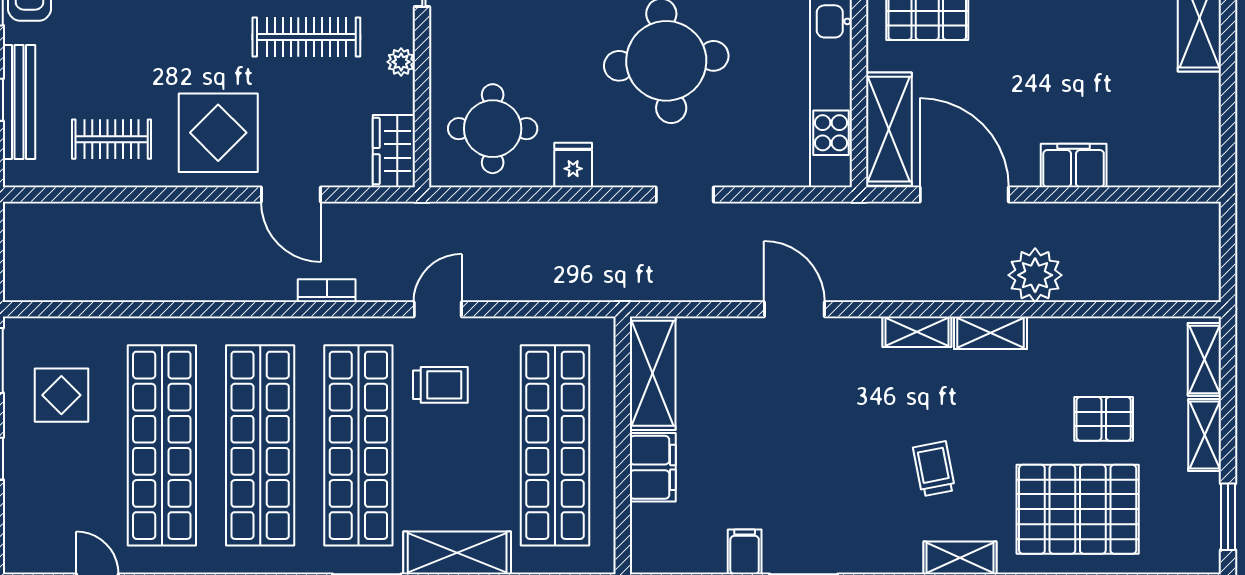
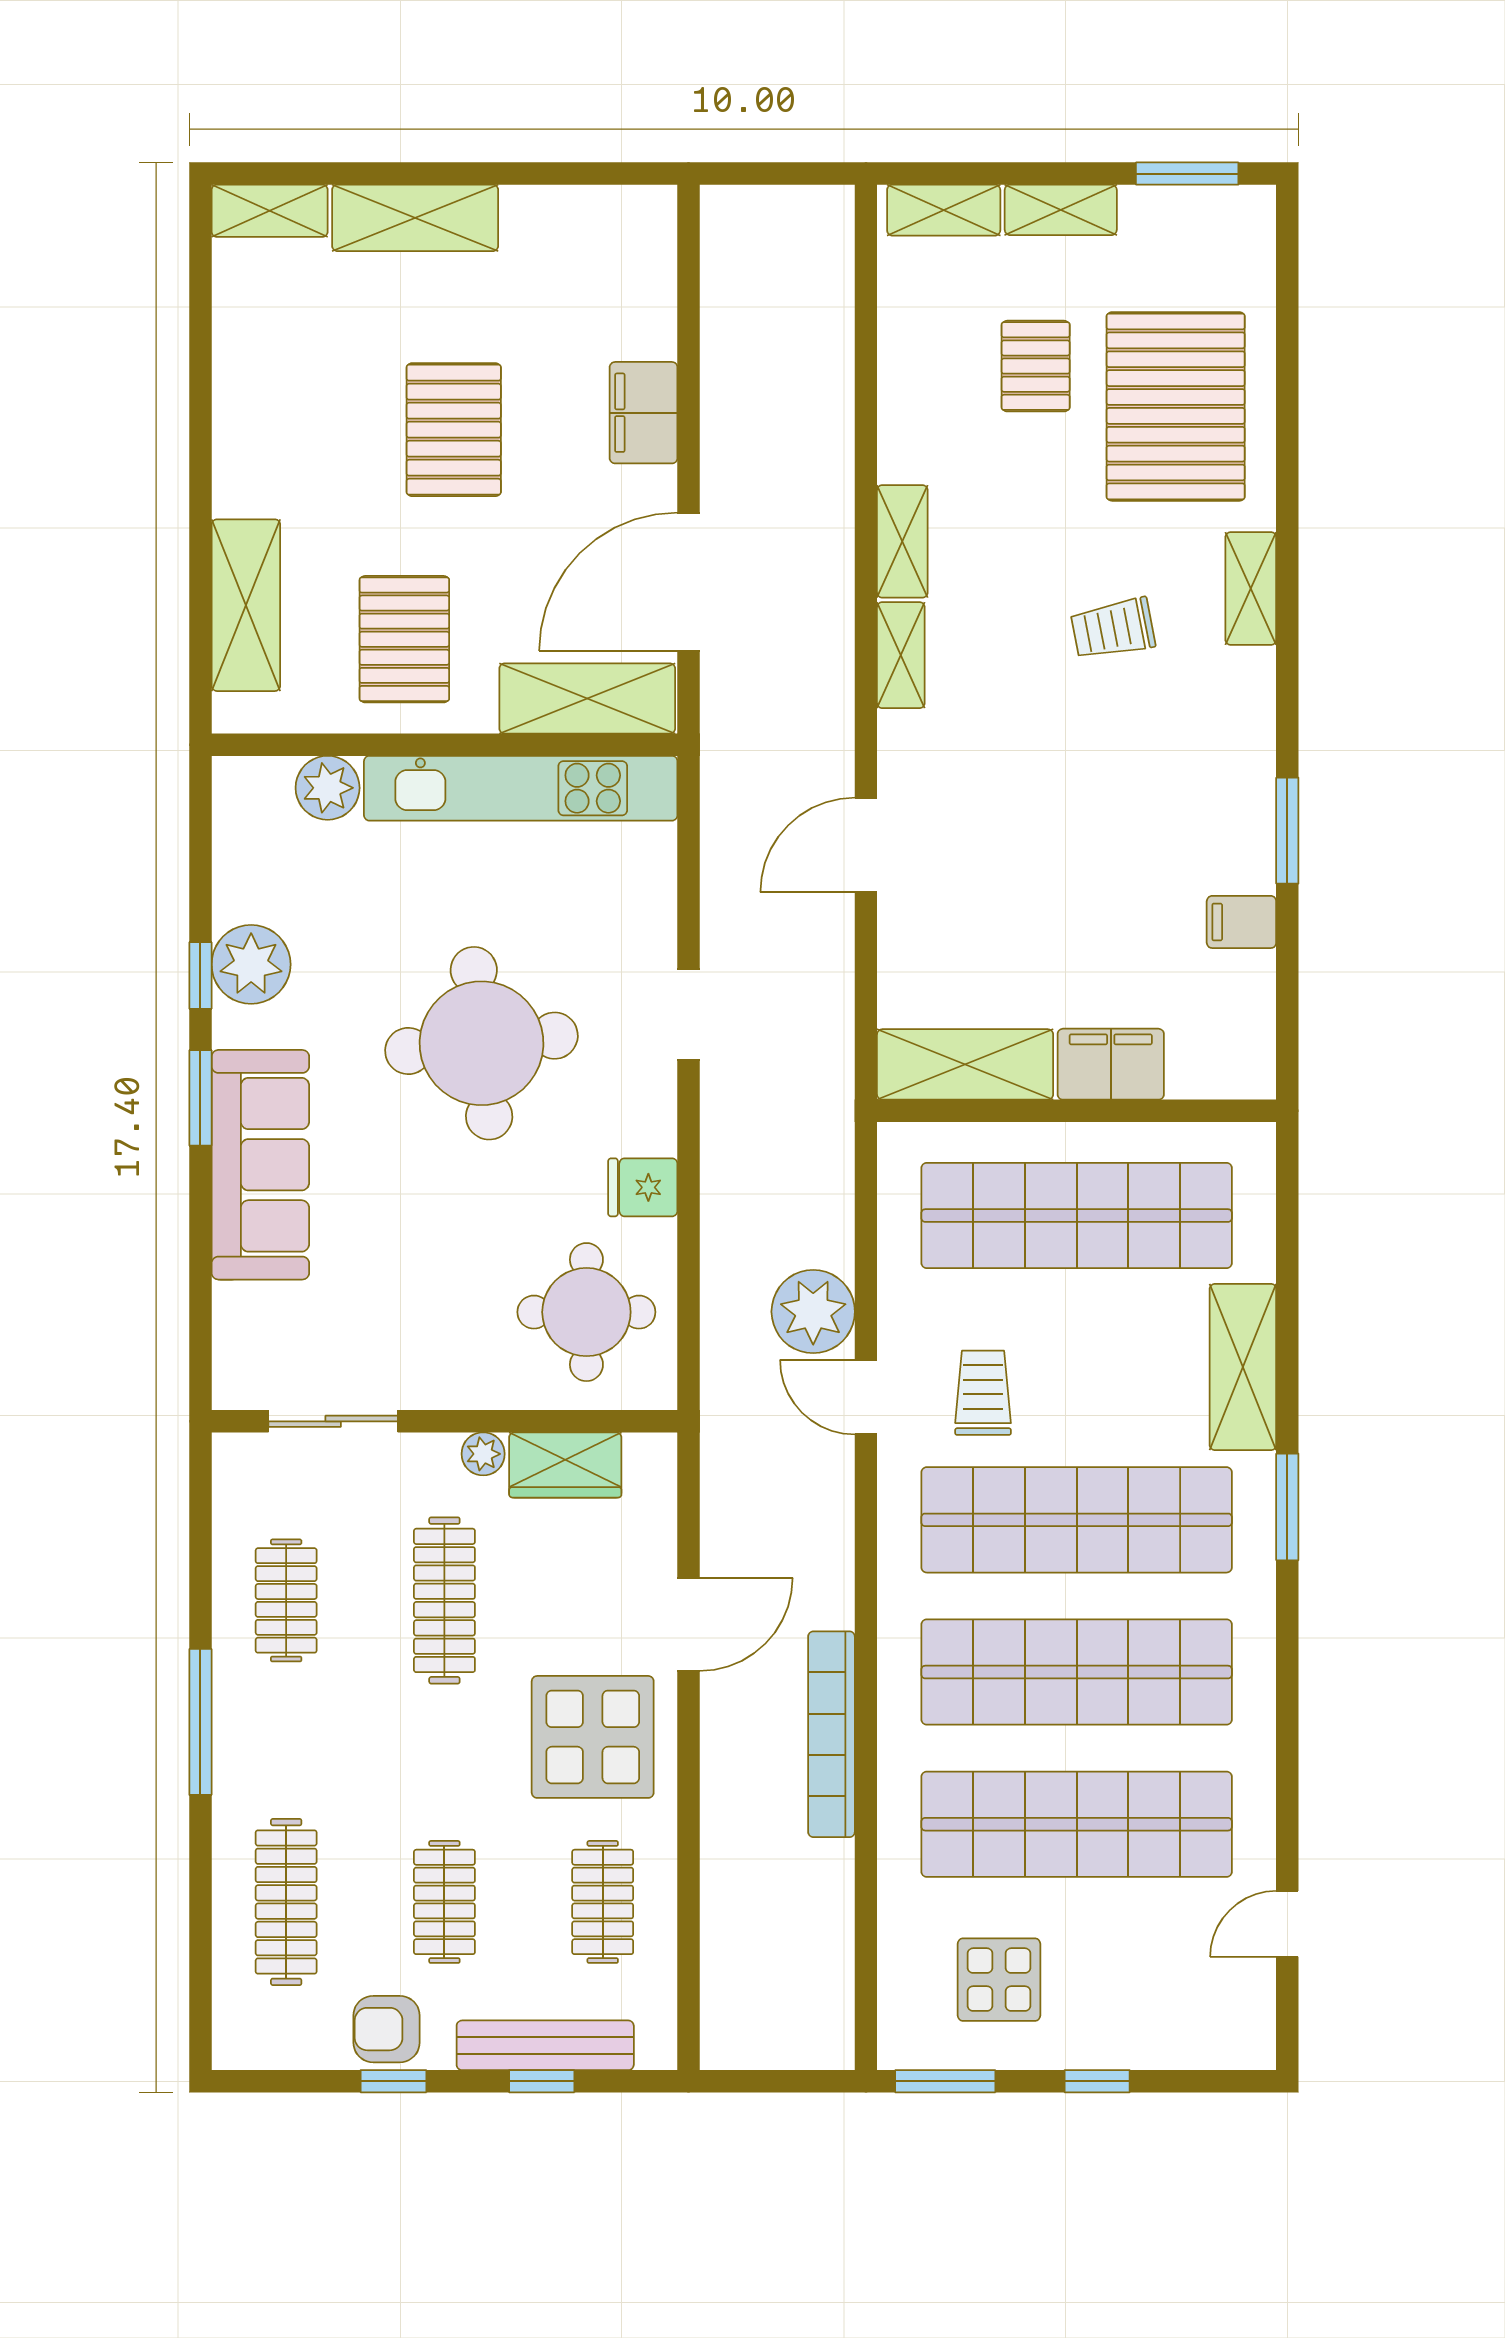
clothes rail: (112, 37) -> (444, 1902), added
pallet: (1063, 43) -> (454, 430), added
wardrobe: (394, 151) -> (565, 1465), moved
plant: (1035, 275) -> (813, 1312), moved
bookcase: (327, 291) -> (831, 1734), moved, width x2.31, depth x1.31

